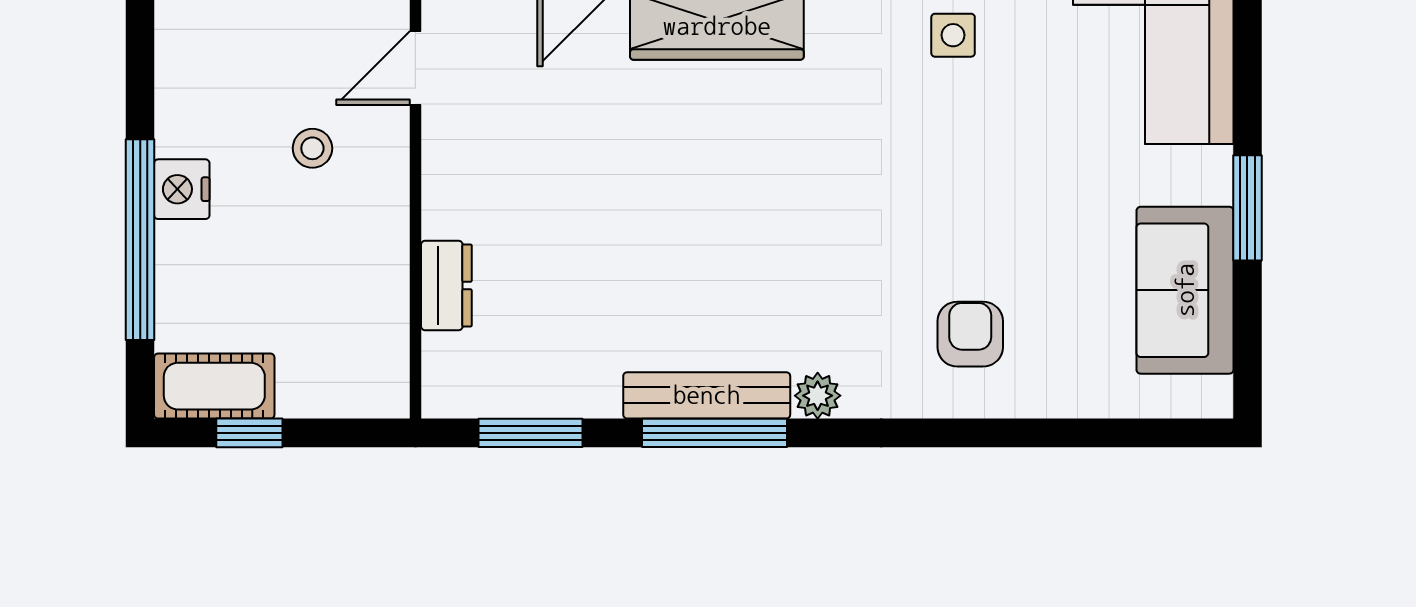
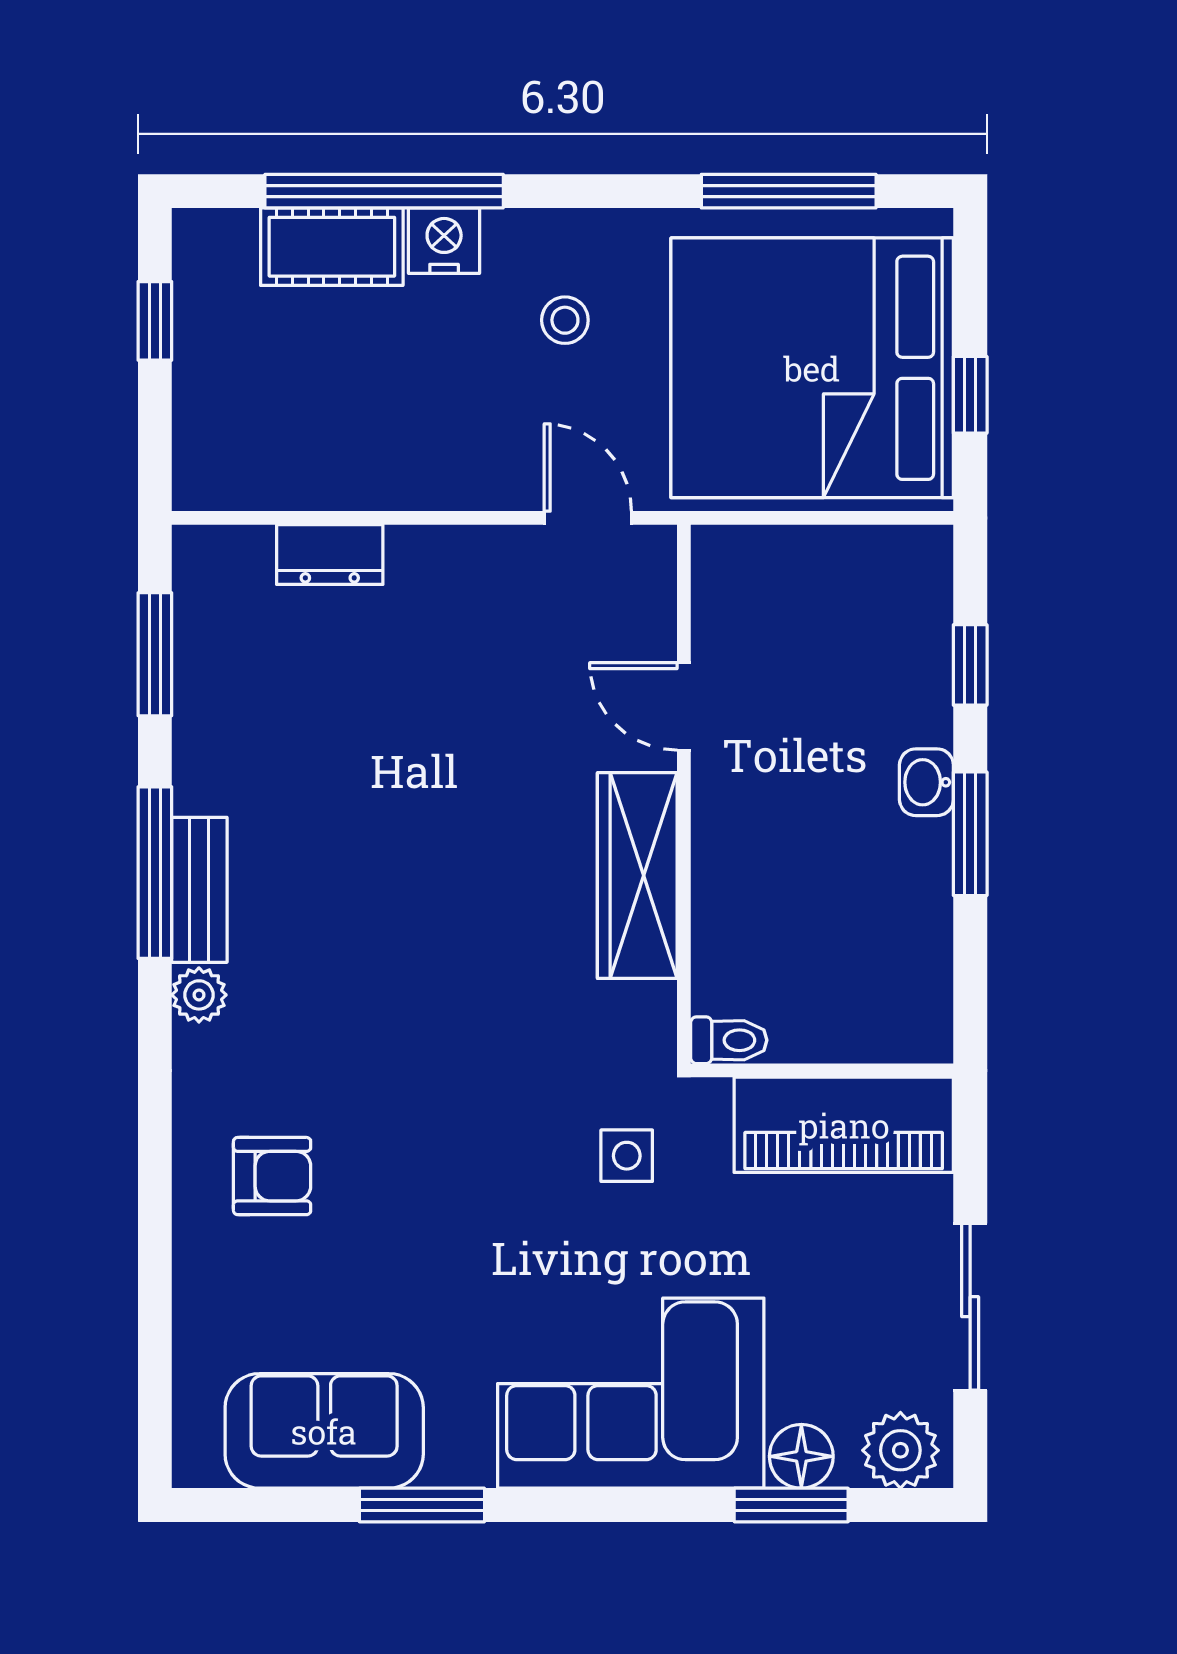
stool: (312, 148) -> (565, 320), moved
cot: (214, 386) -> (332, 247), moved, turned 90
bench: (707, 395) -> (199, 890), width x0.73

